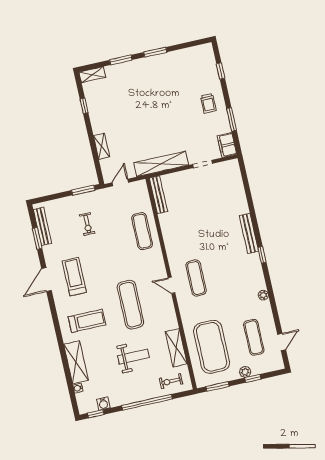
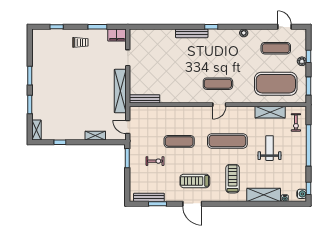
exercise mat: (142, 231) -> (179, 141), moved
water cooler: (103, 404) -> (302, 194), moved

